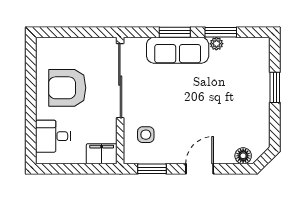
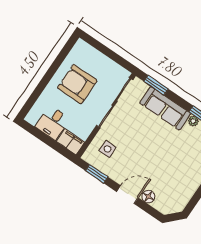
window: (175, 32) -> (156, 85), moved
desk: (53, 136) -> (53, 123), moved, turned -90
floor lamp: (243, 156) -> (148, 197), moved

